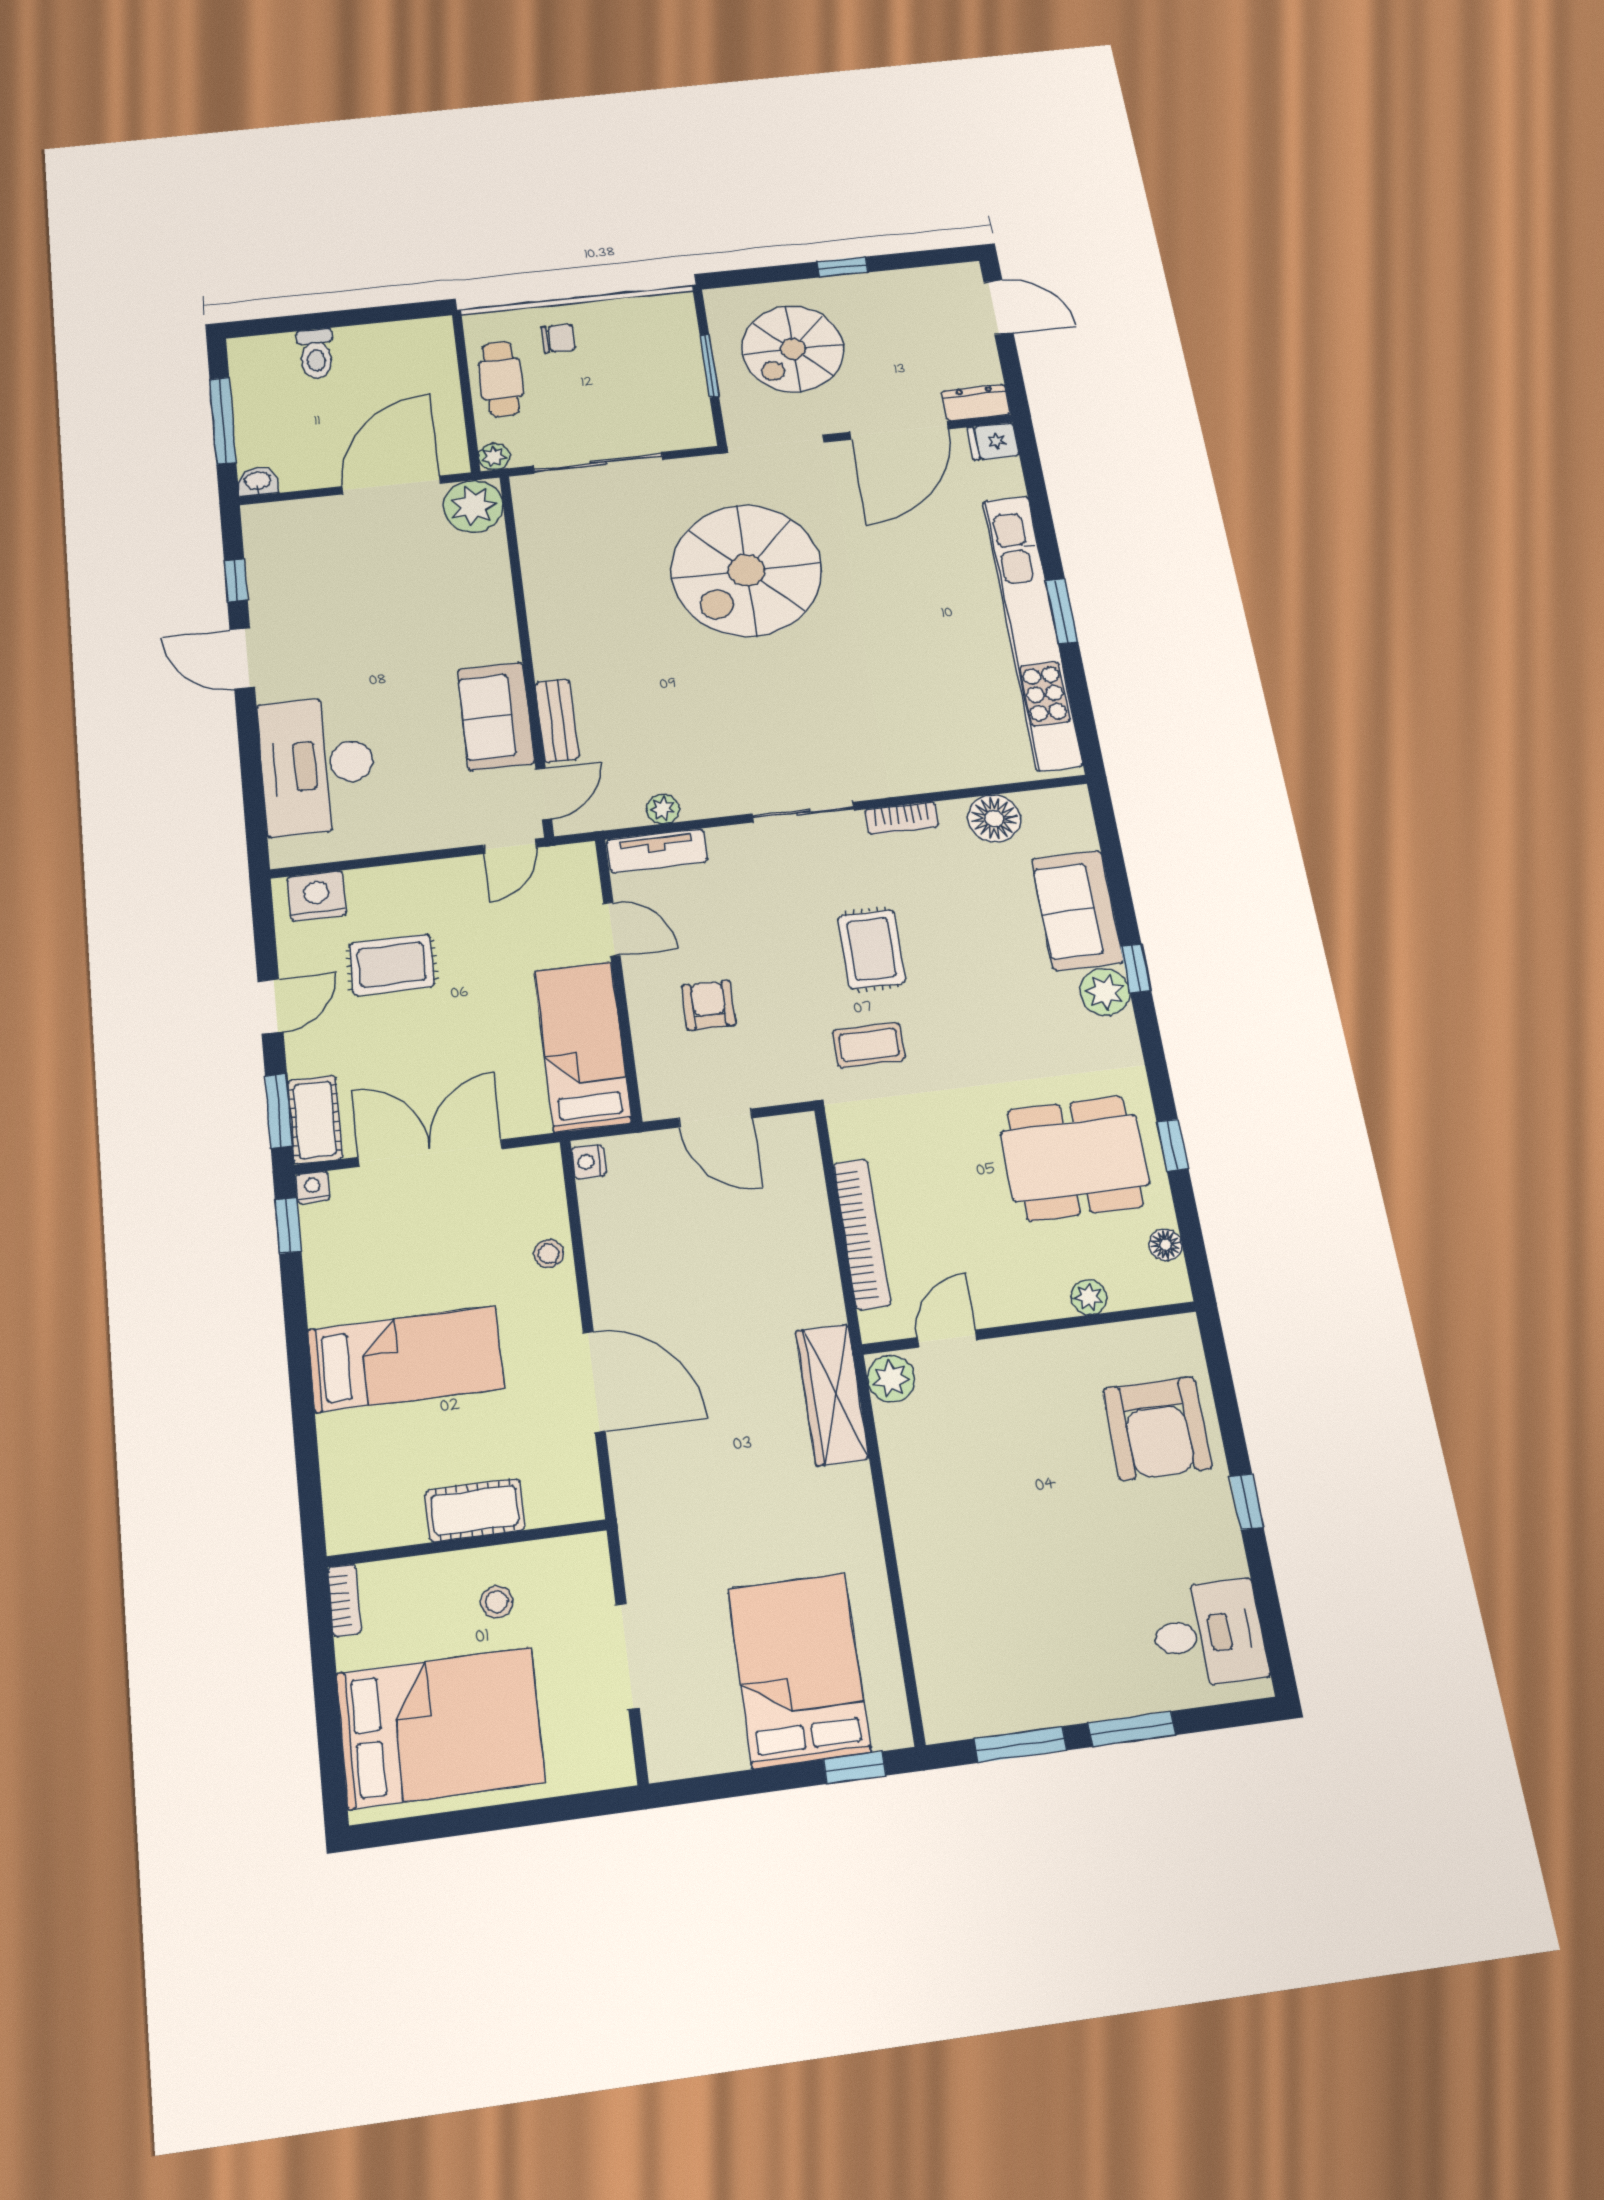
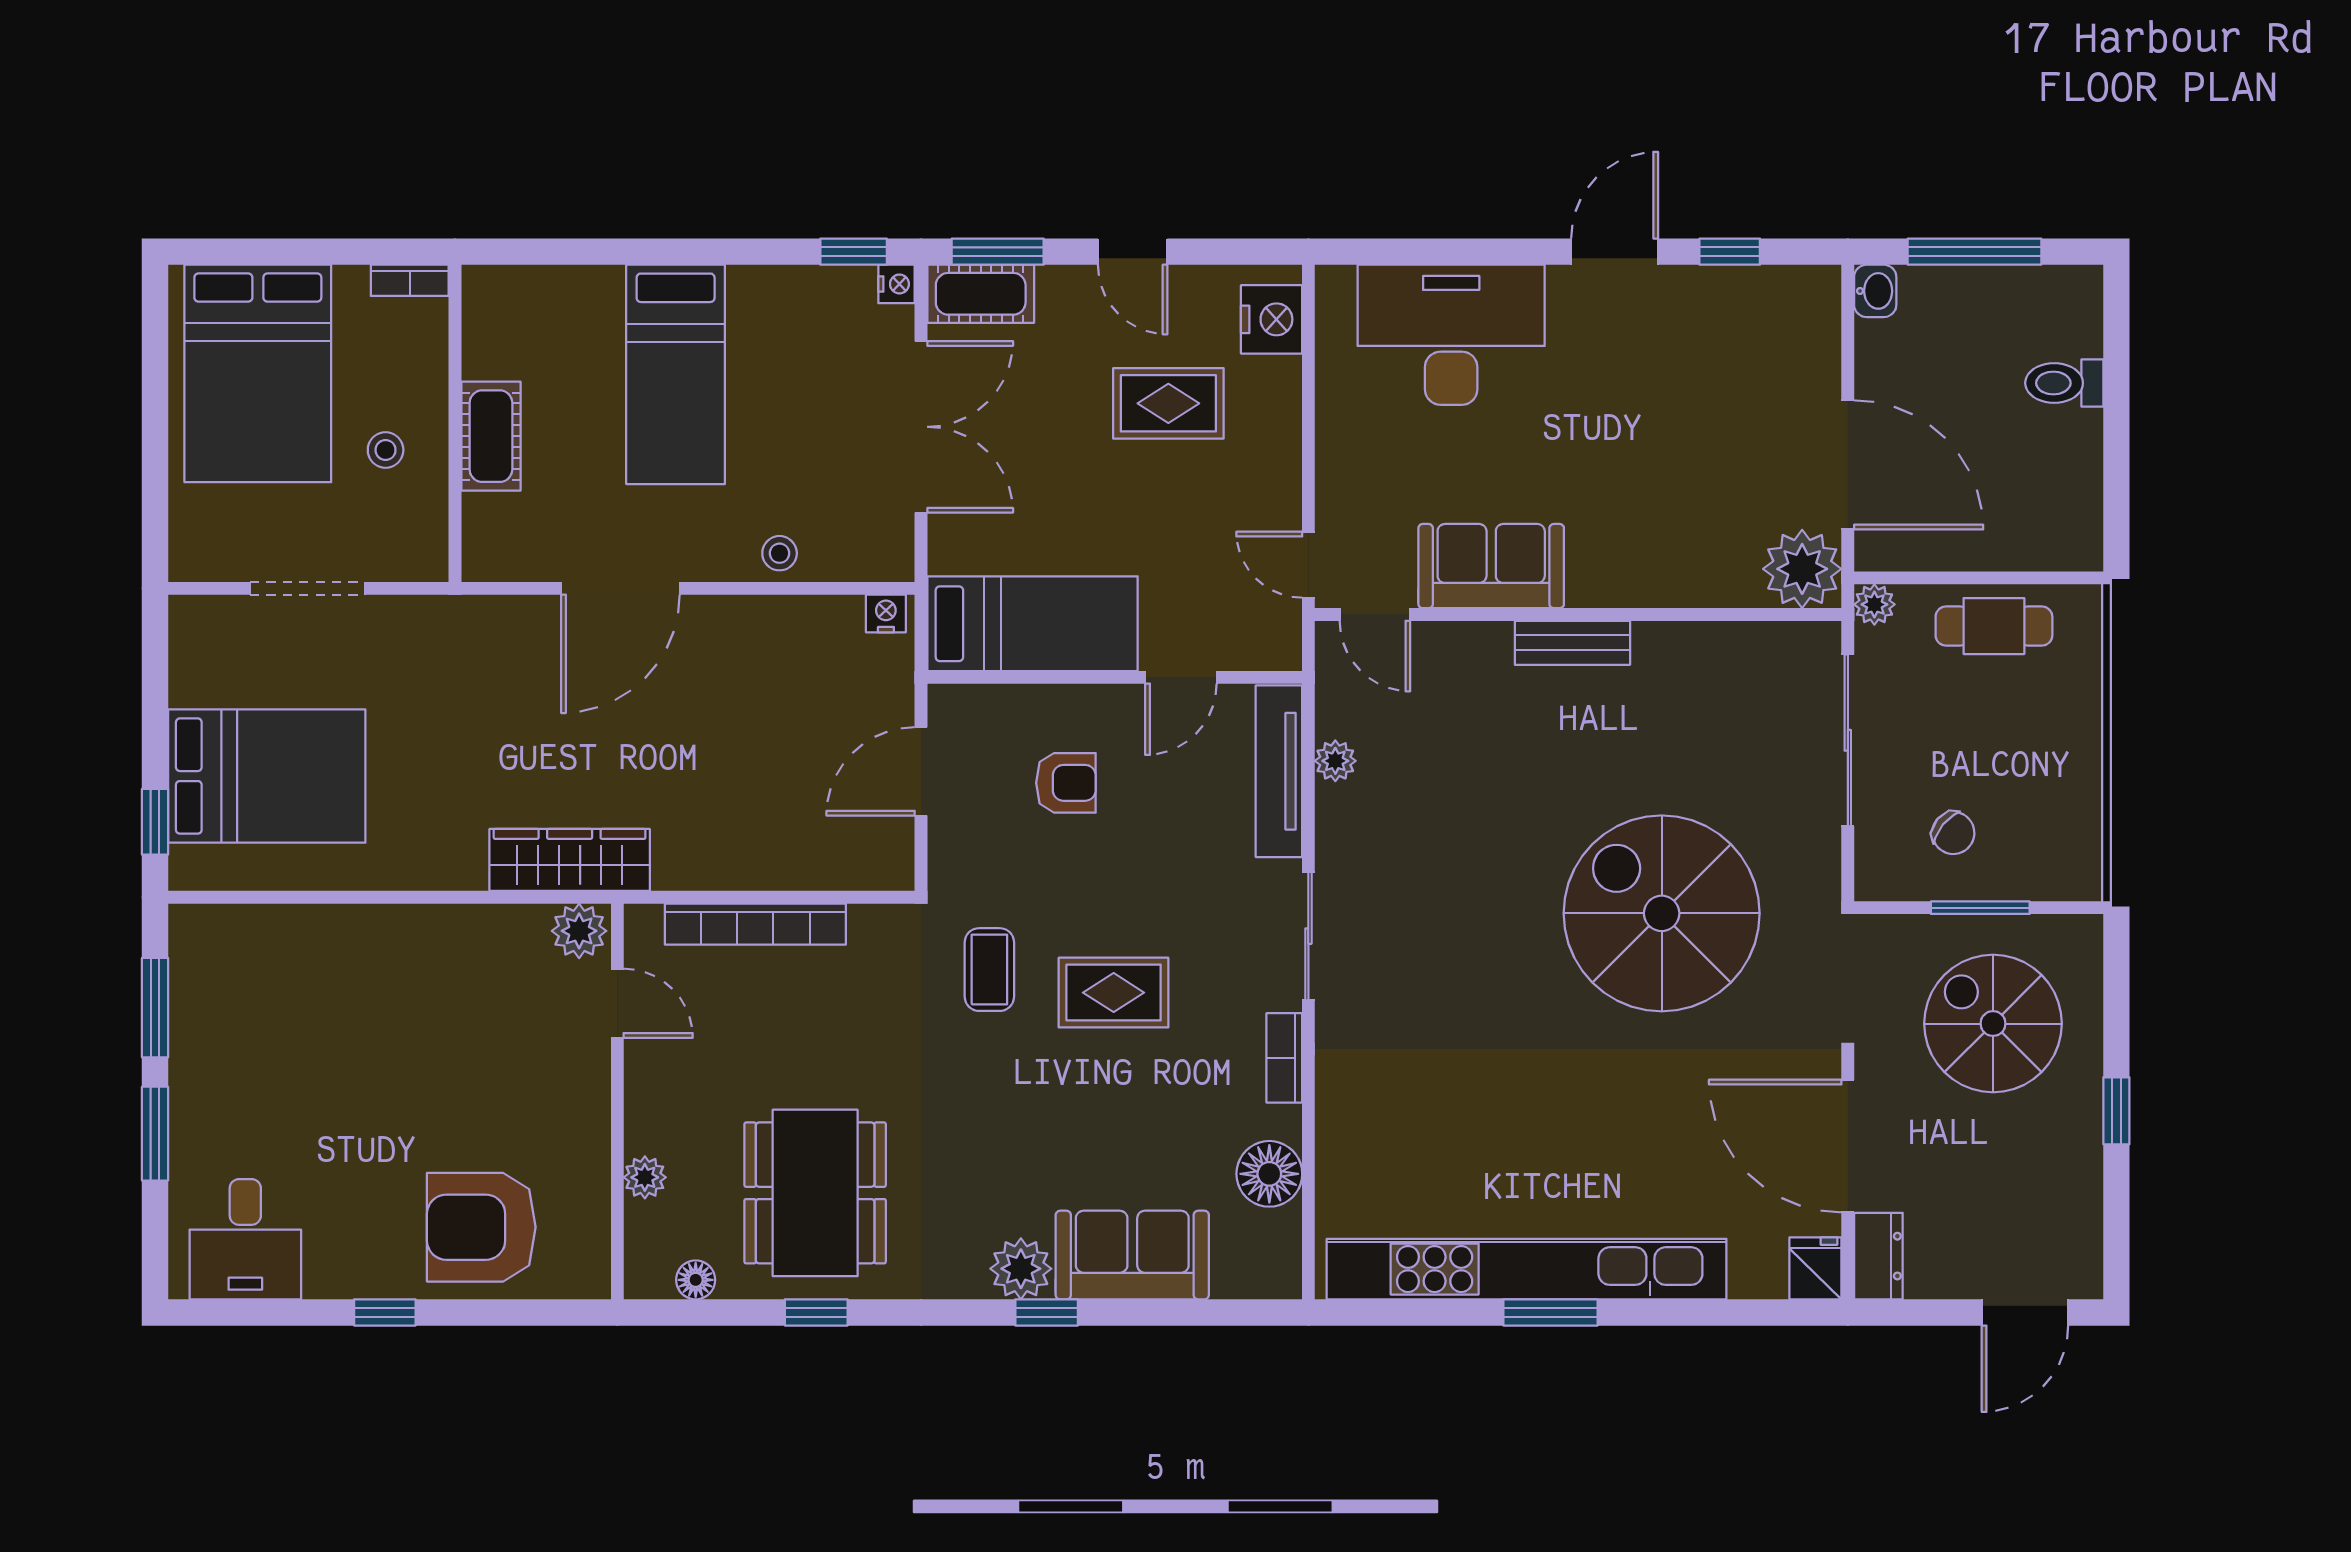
chair: (558, 338) -> (1953, 833), moved, turned -51
bench: (557, 721) -> (1572, 643), moved
tv unit: (657, 851) -> (1279, 771), width x1.41
rug: (392, 965) -> (1168, 403), turned 90

